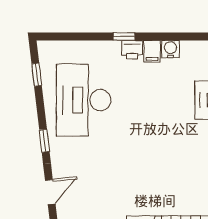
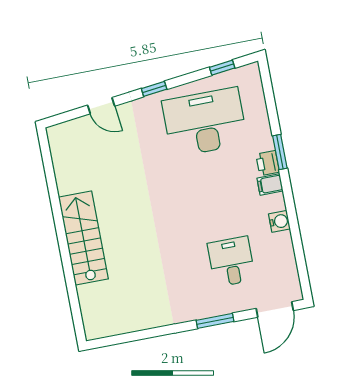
window: (124, 37) -> (280, 152), width x1.50
water cooler: (170, 49) -> (279, 221), moved

